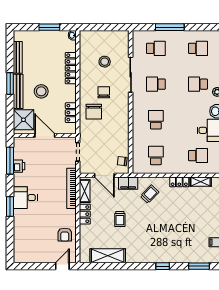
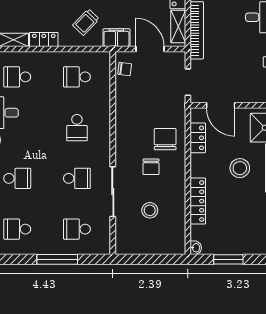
door: (45, 136) -> (221, 105), moved
school desk: (156, 156) -> (77, 77), turned 90

